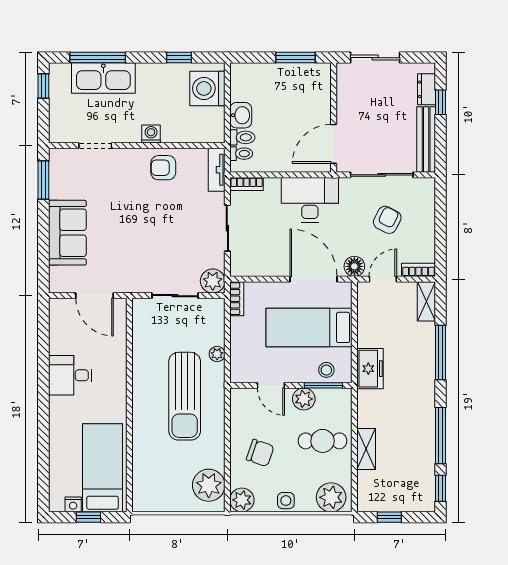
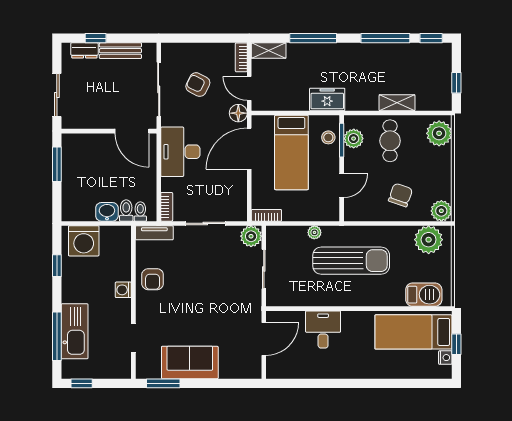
bench: (426, 139) -> (120, 51), width x0.73
sofa: (67, 233) -> (190, 363), moved
desk: (70, 375) -> (323, 329), moved, turned 180
plant: (304, 399) -> (354, 139), moved
barbecue: (145, 480) -> (424, 295), added
side table: (286, 501) -> (442, 173), removed

